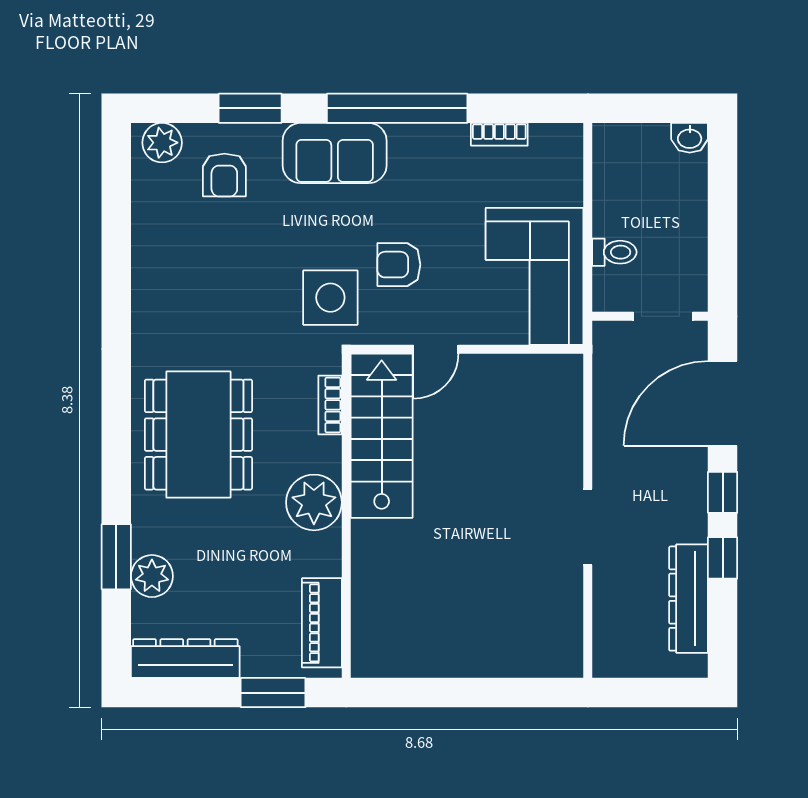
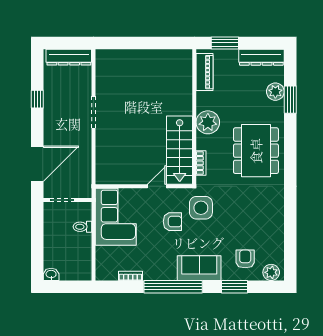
window: (723, 492) -> (37, 127), removed
dresser: (689, 599) -> (69, 57), moved, turned 90

